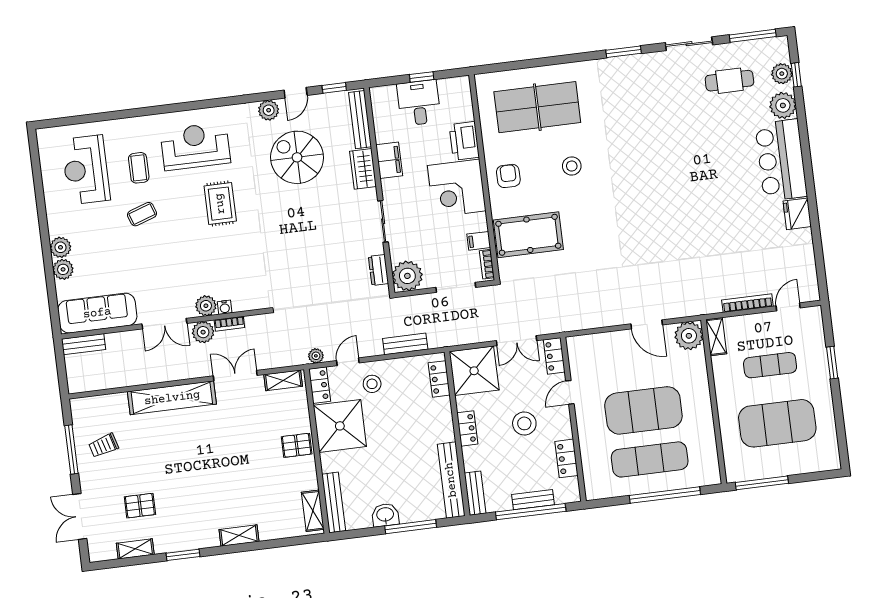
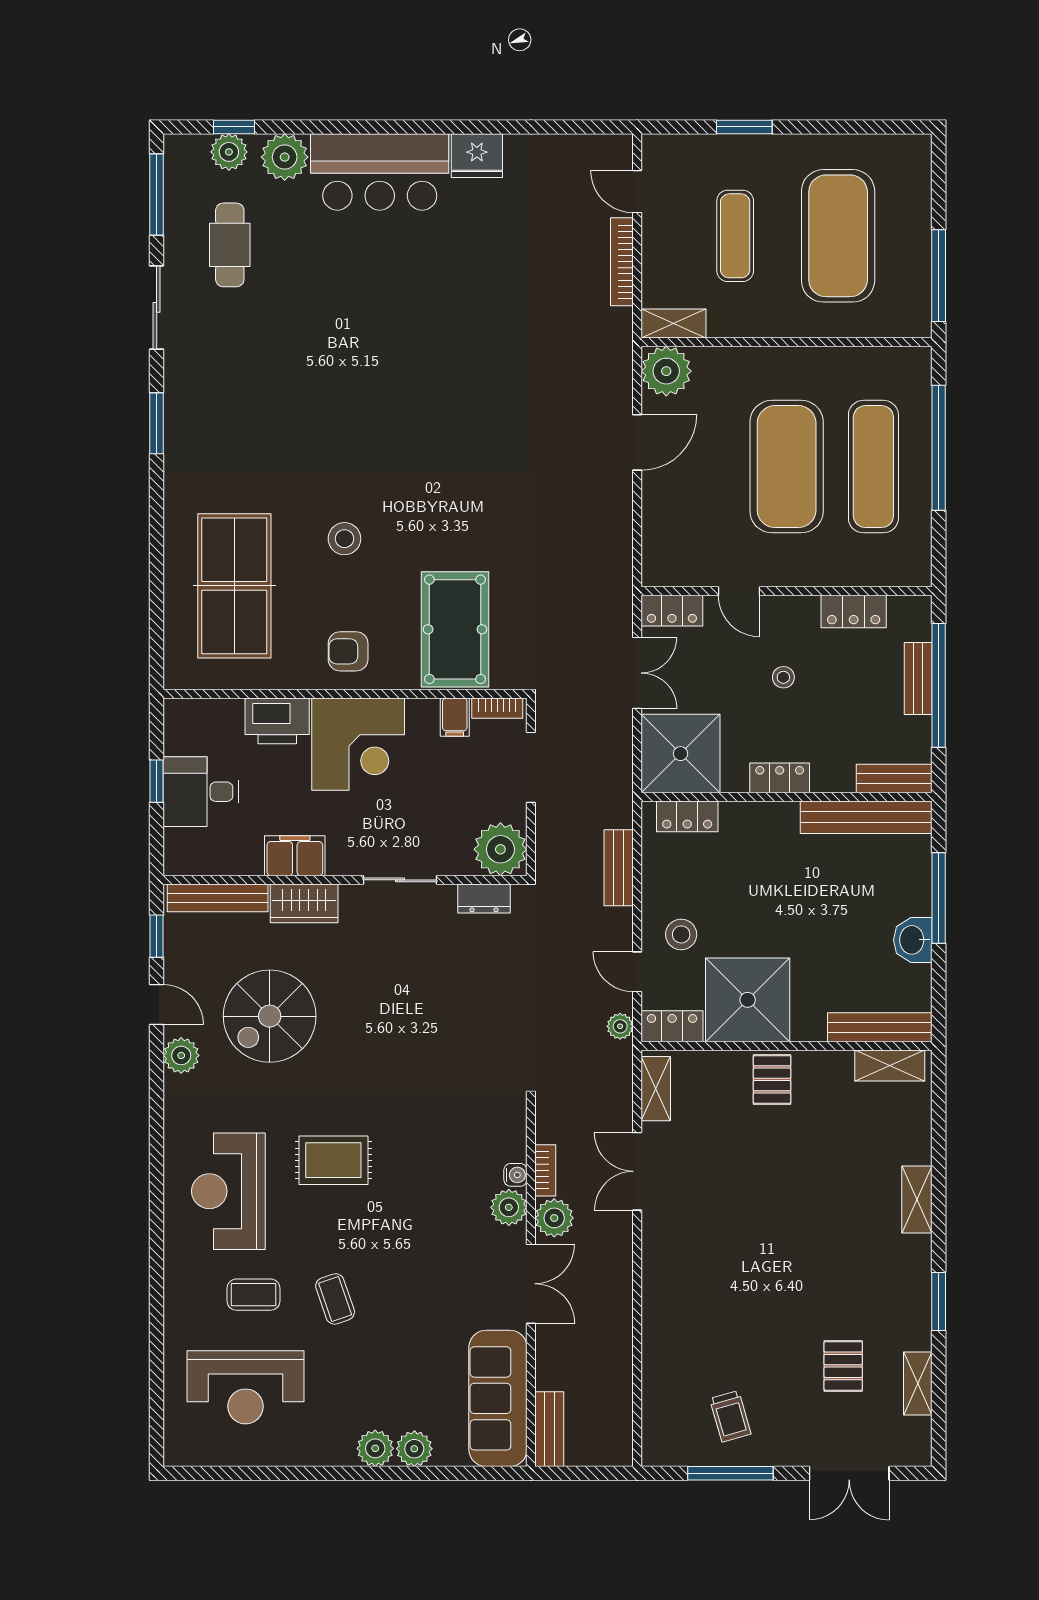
shelving: (172, 398) -> (662, 1287), removed
stool: (524, 423) -> (783, 677), width x0.53, depth x0.53

